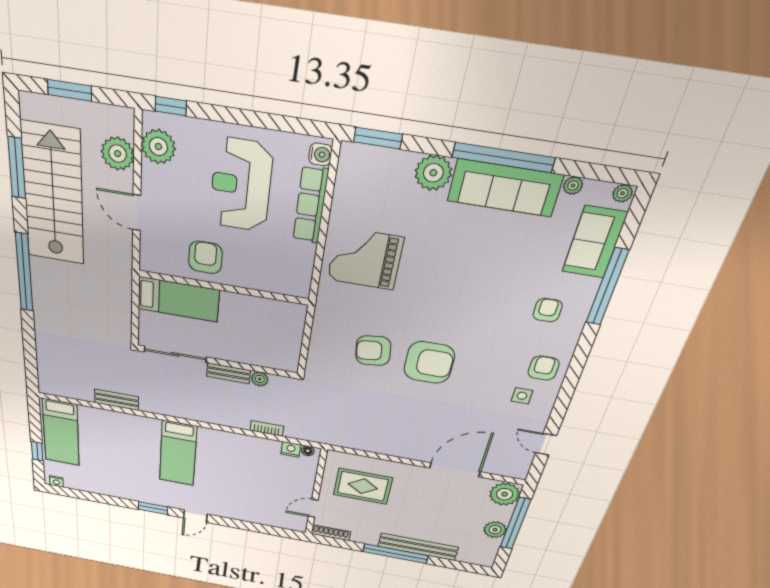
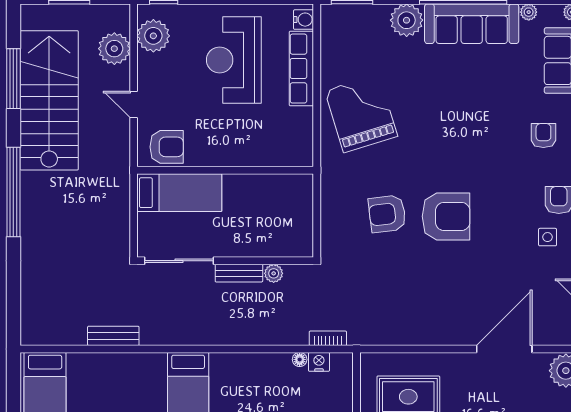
door: (137, 213) -> (134, 105), width x0.73
armchair: (205, 257) -> (167, 147), moved, turned 90
grand piano: (365, 259) -> (361, 113), turned 73
bookcase: (267, 428) -> (328, 338), moved
floor lamp: (308, 451) -> (300, 359), moved

